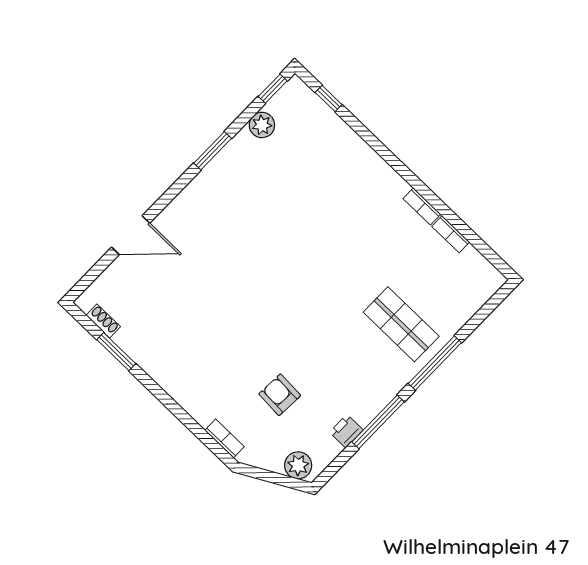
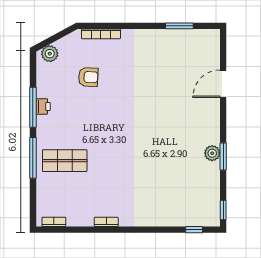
plant: (262, 125) -> (212, 153), moved
bookcase: (451, 234) -> (54, 222), moved
shoe rack: (103, 321) -> (198, 34), removed
printer: (346, 431) -> (43, 106), moved
bookcase: (225, 439) -> (101, 34), width x1.56

